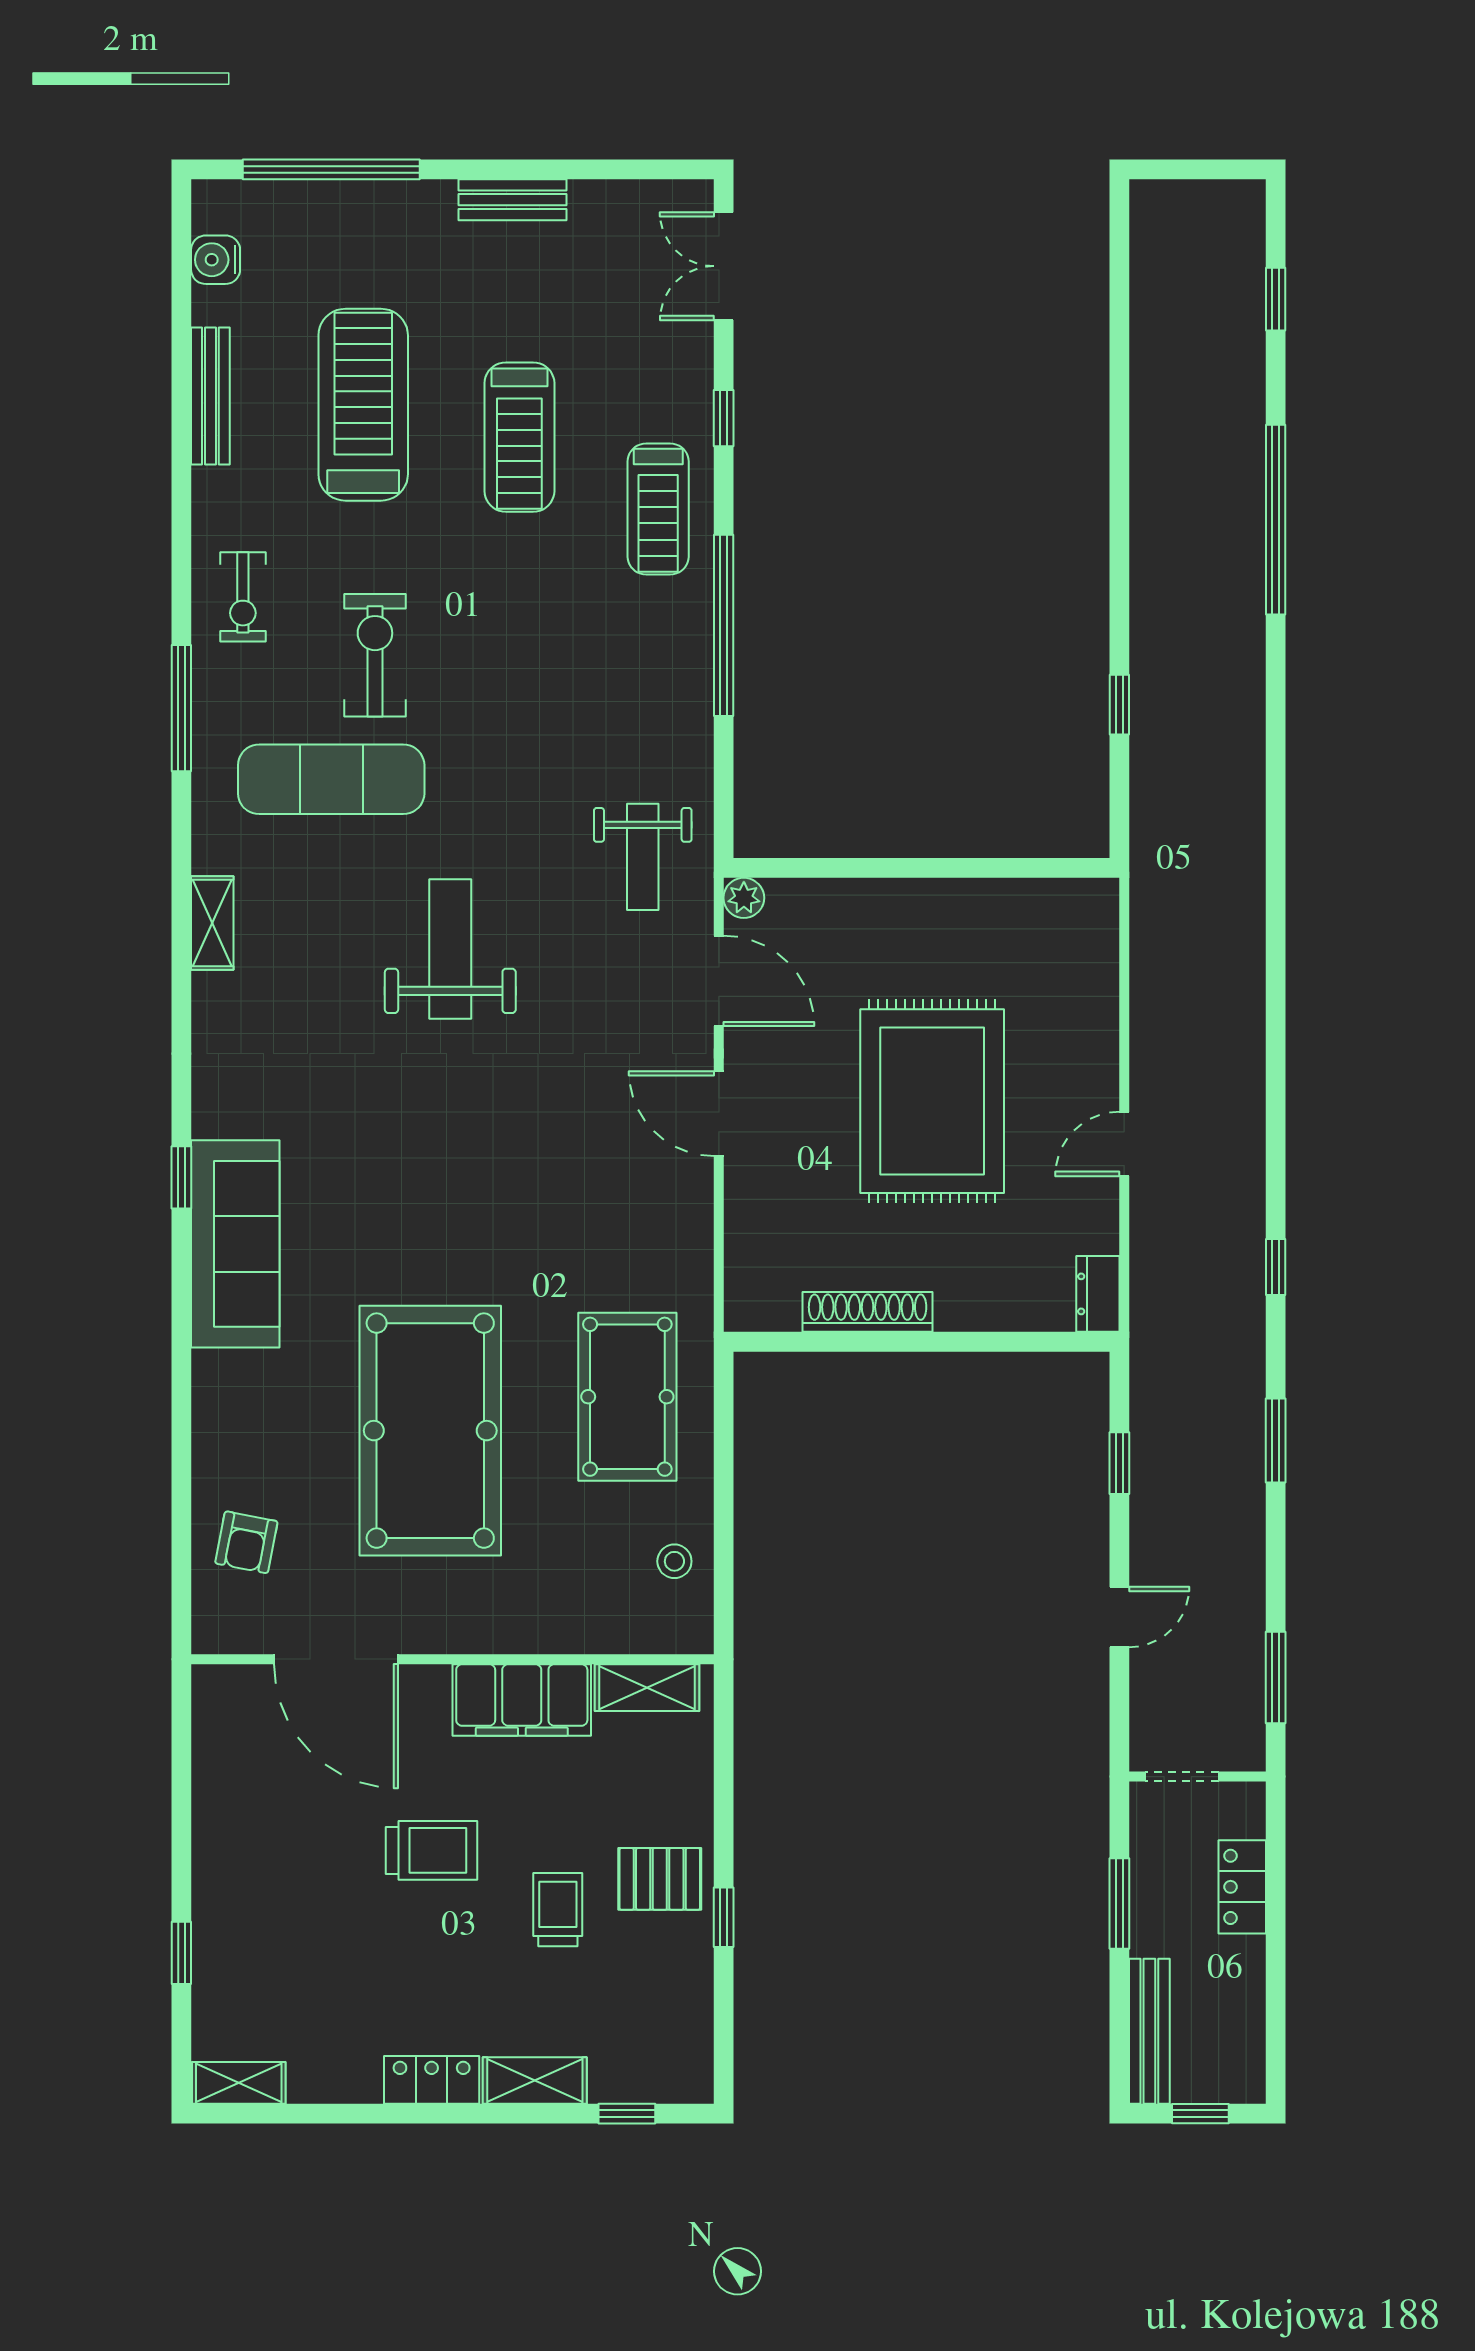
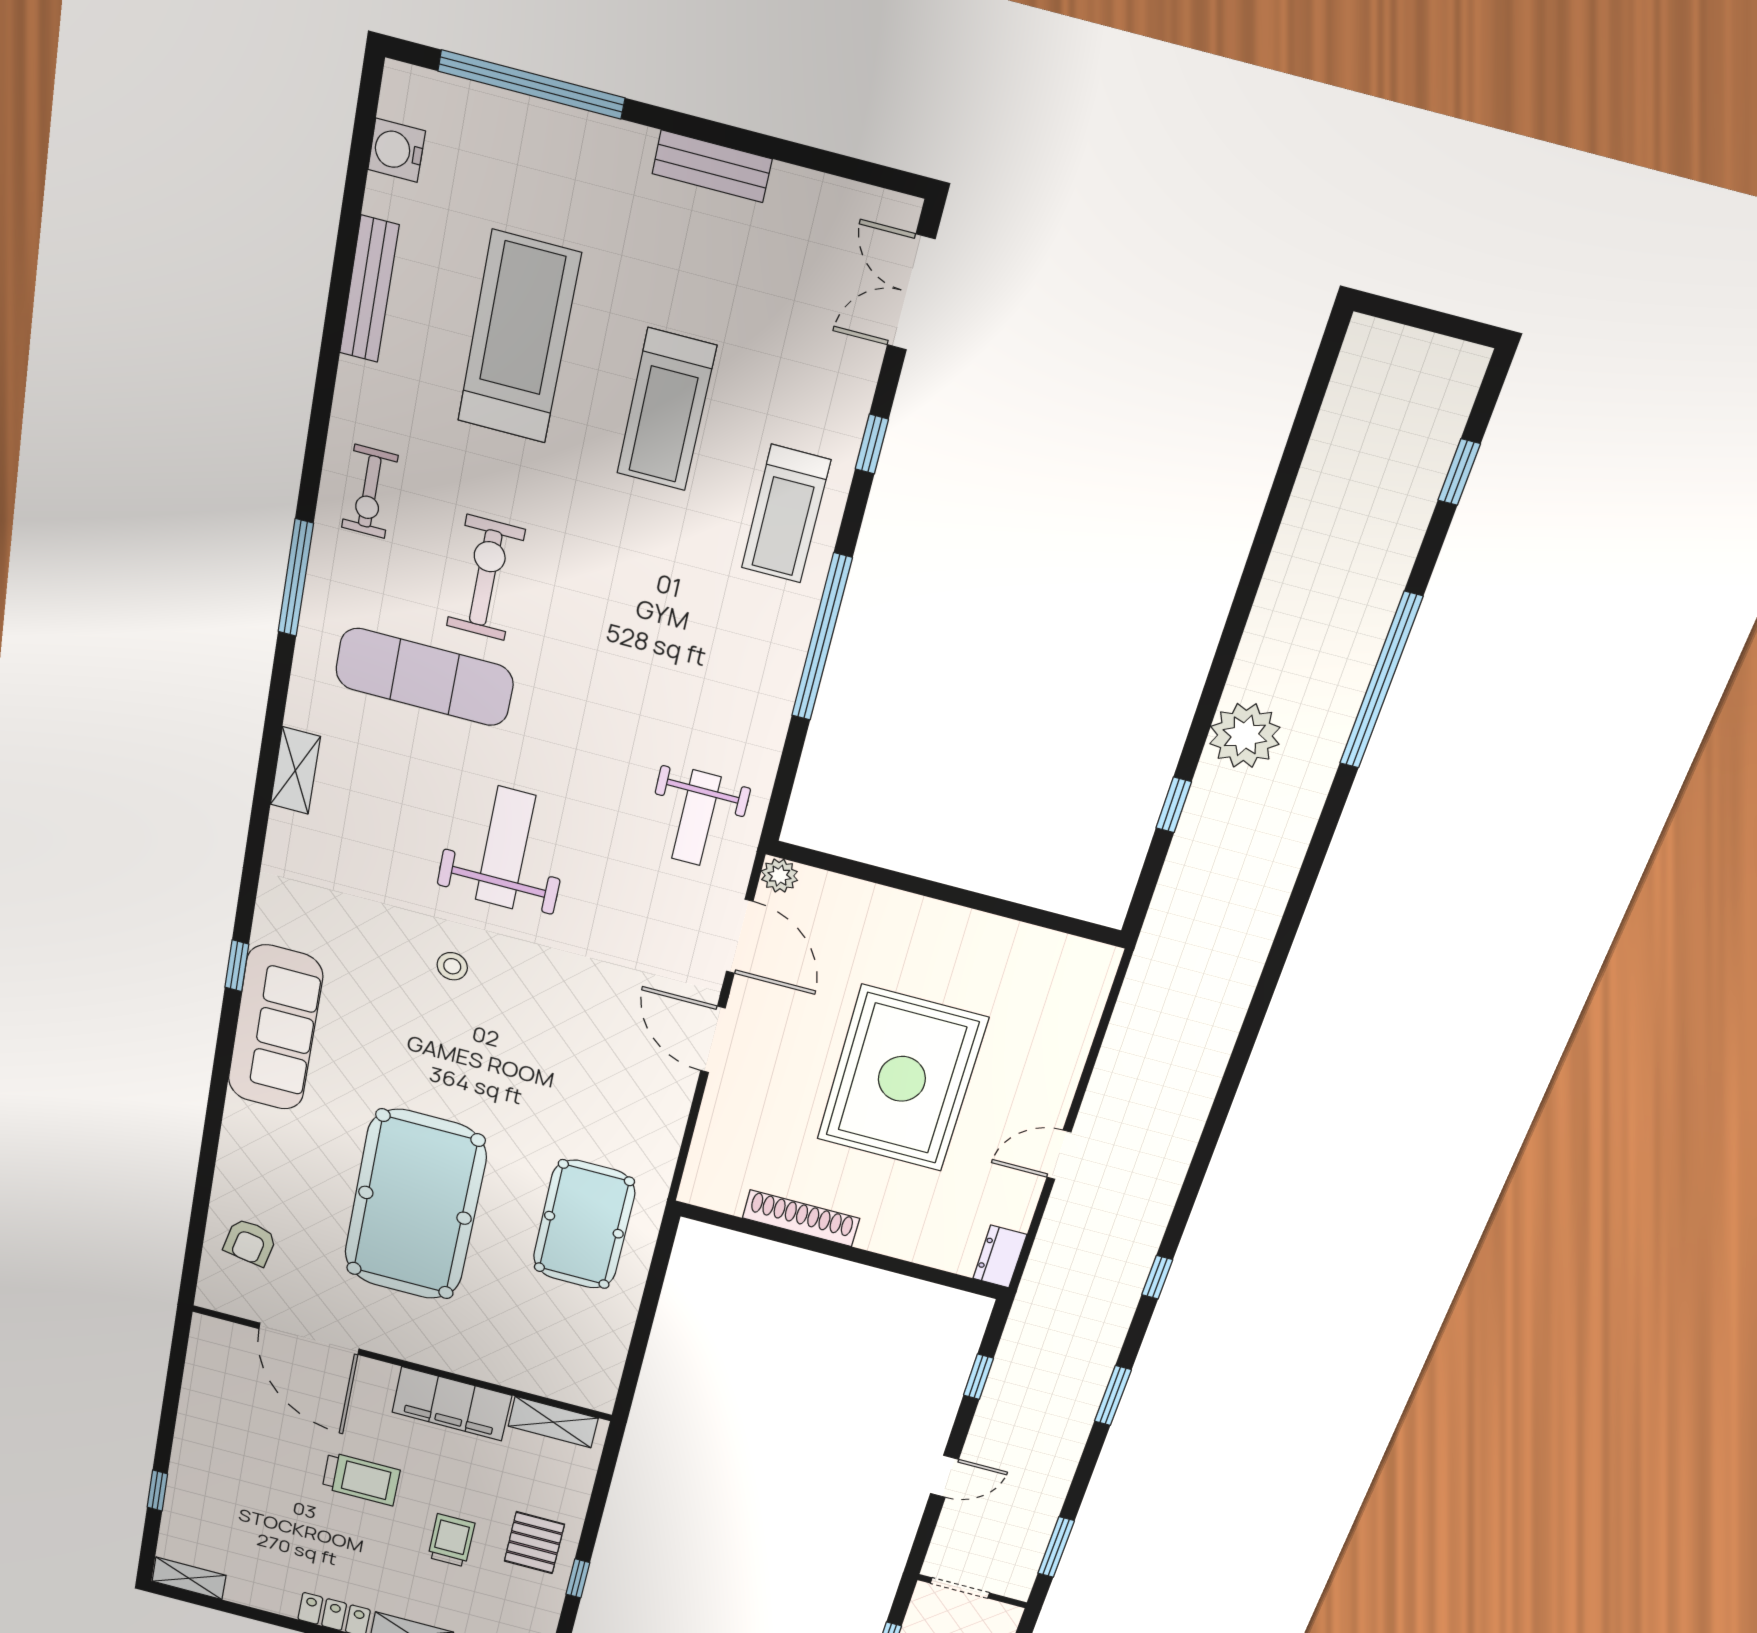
plant: (1165, 612) -> (1245, 735), added
stool: (674, 1561) -> (452, 966), moved
pallet: (660, 1879) -> (534, 1543), turned 90

